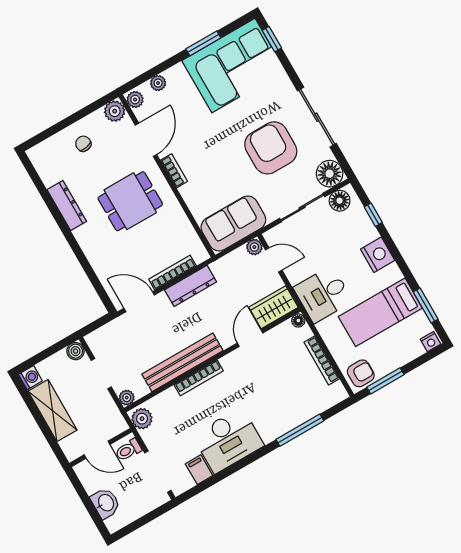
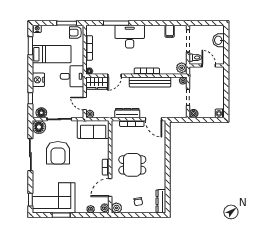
dresser: (67, 206) -> (161, 201), moved
shelving: (52, 411) -> (218, 94), removed
desk: (228, 440) -> (130, 37), moved

